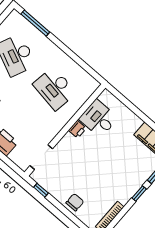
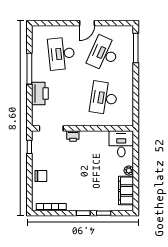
desk: (98, 118) -> (121, 144), moved
plant: (136, 122) -> (129, 170), added
printer: (77, 129) -> (73, 136), moved

